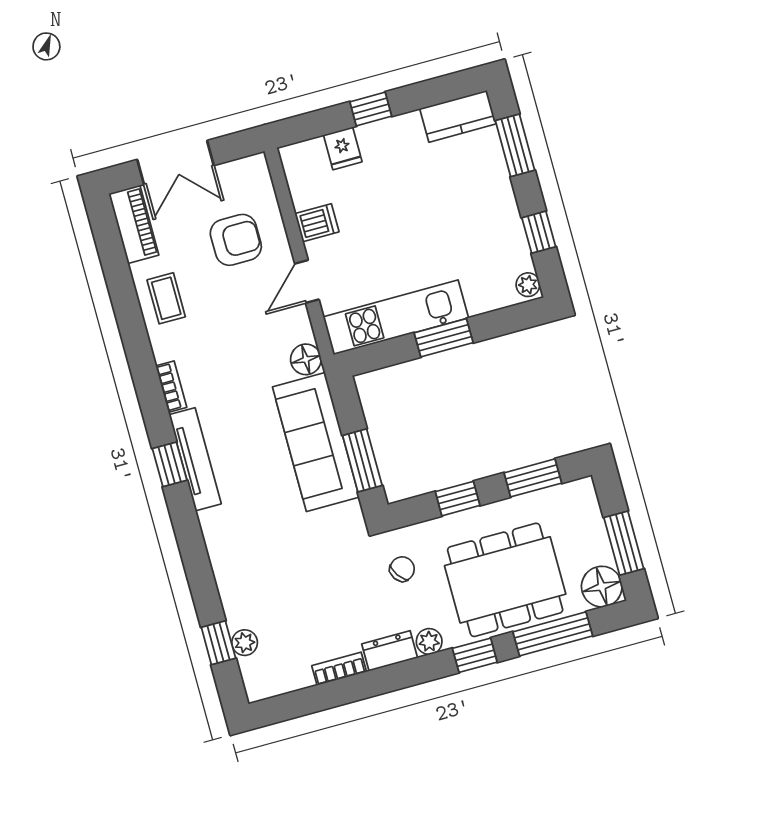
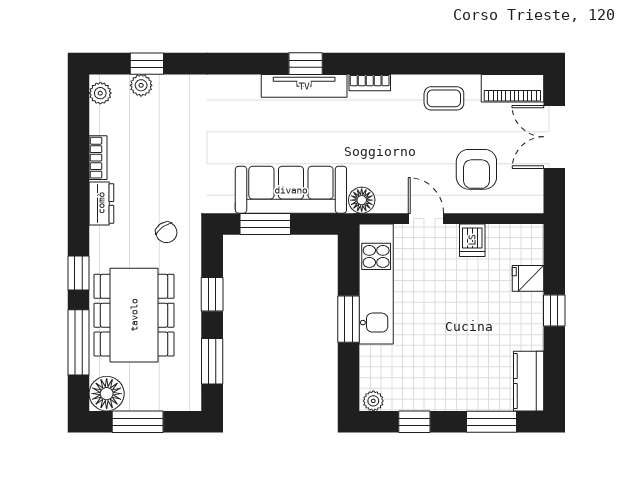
plant: (429, 641) -> (100, 93), moved

